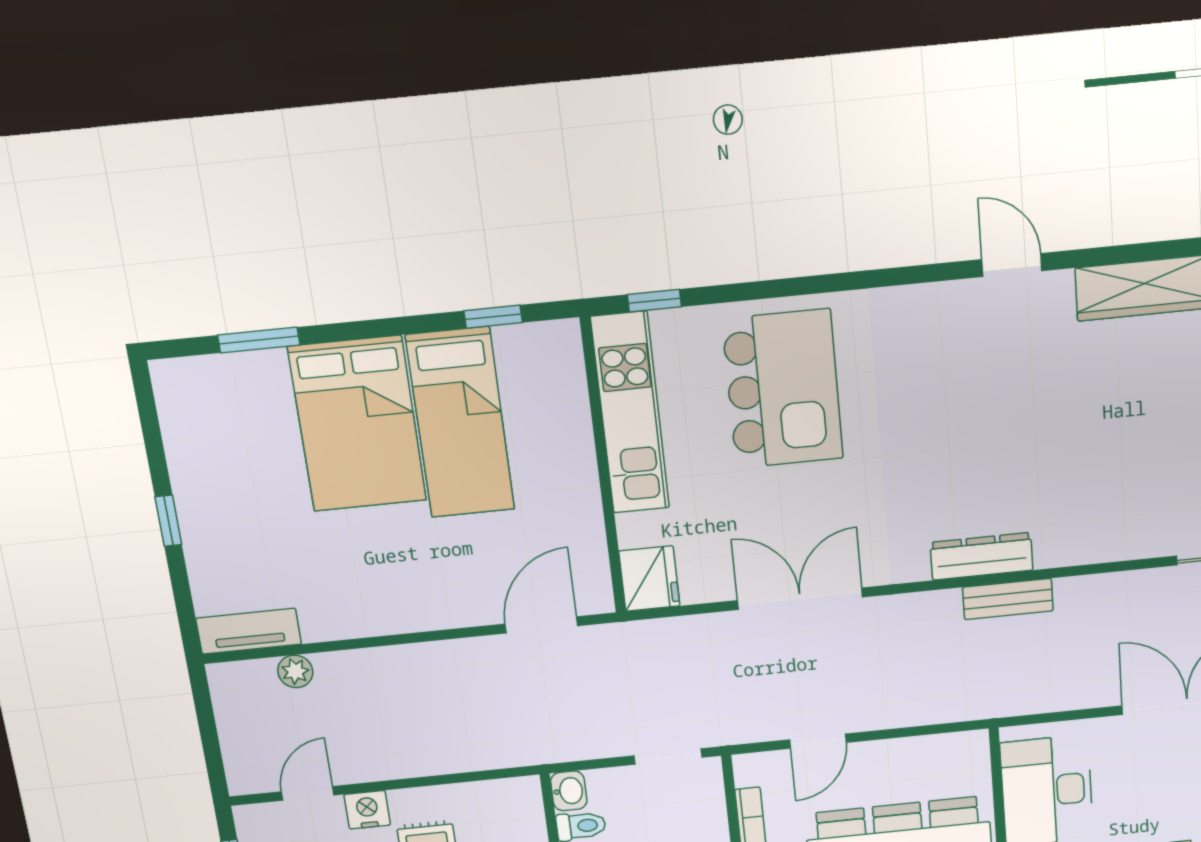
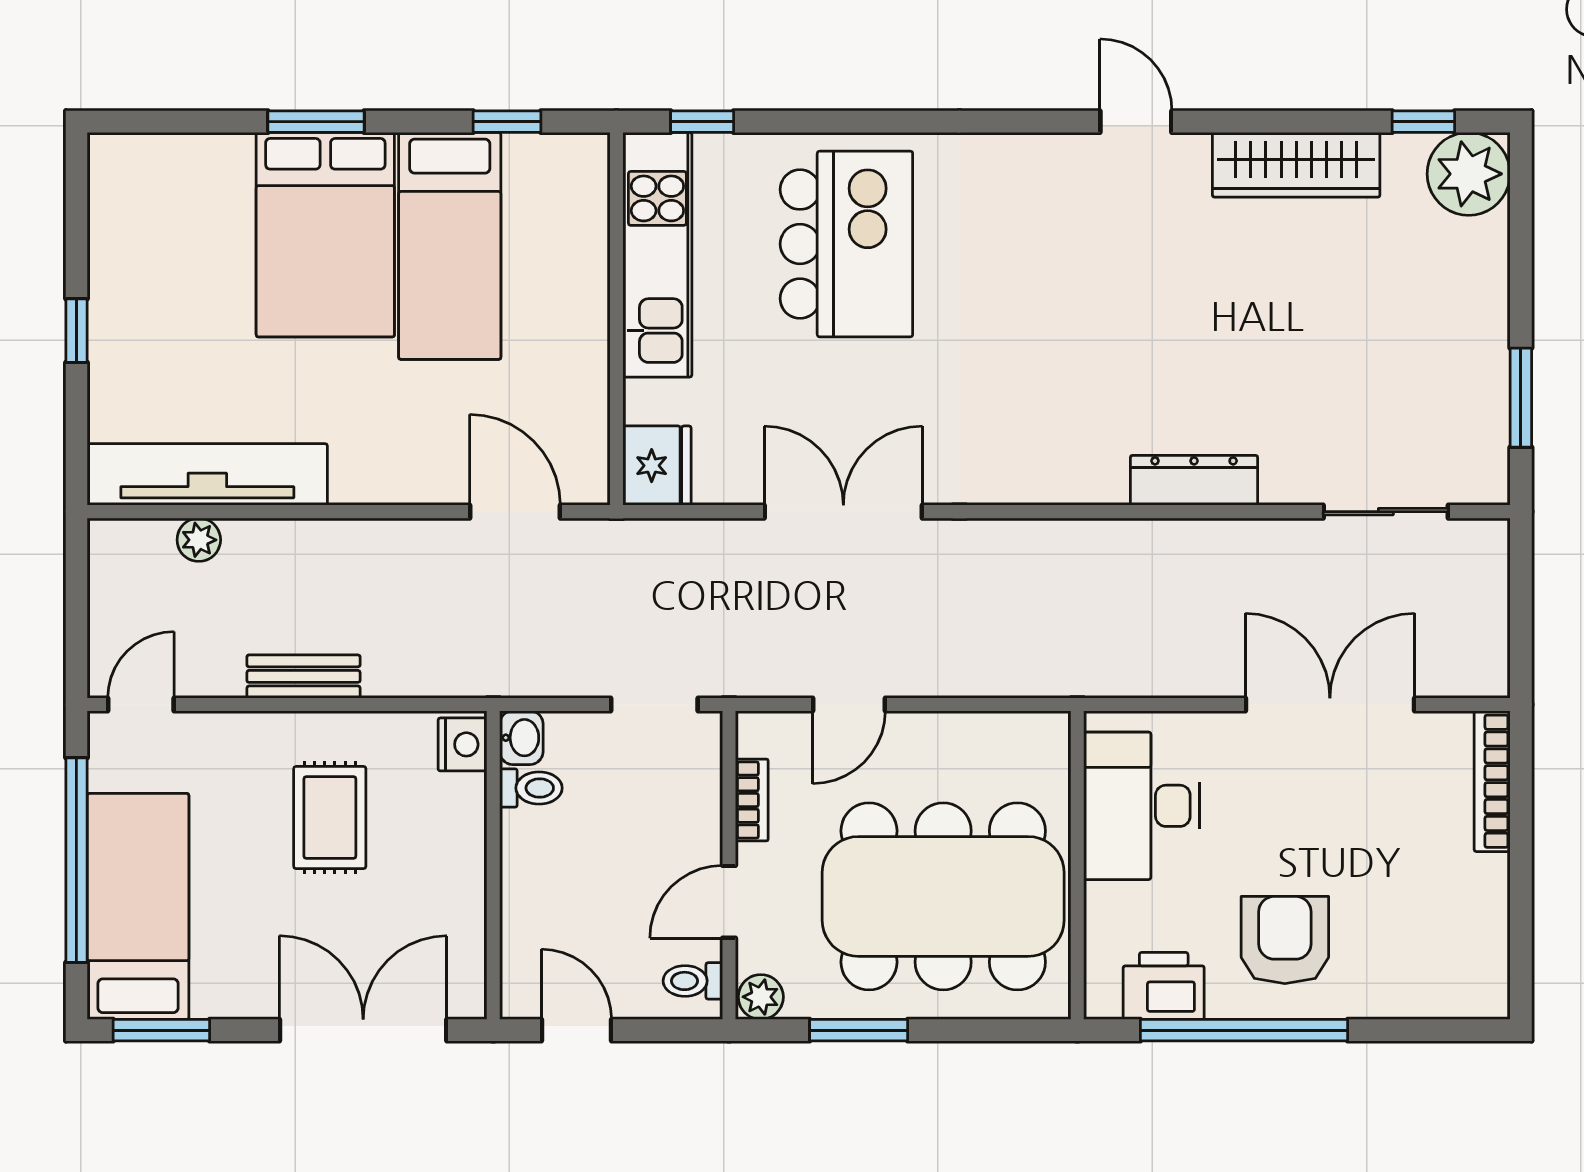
window: (259, 340) -> (316, 122), moved
dresser: (982, 556) -> (1194, 480), moved
bench: (1008, 599) -> (303, 676), moved
door: (541, 625) -> (515, 512), hinge flipped
tv unit: (249, 631) -> (207, 474), width x1.92, depth x1.29
door: (308, 793) -> (141, 704), moved
nightstand: (367, 810) -> (462, 744), moved, turned 90

